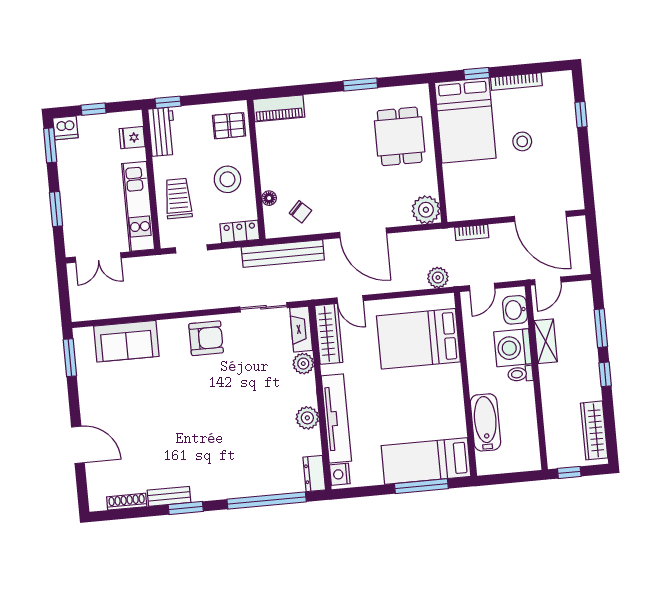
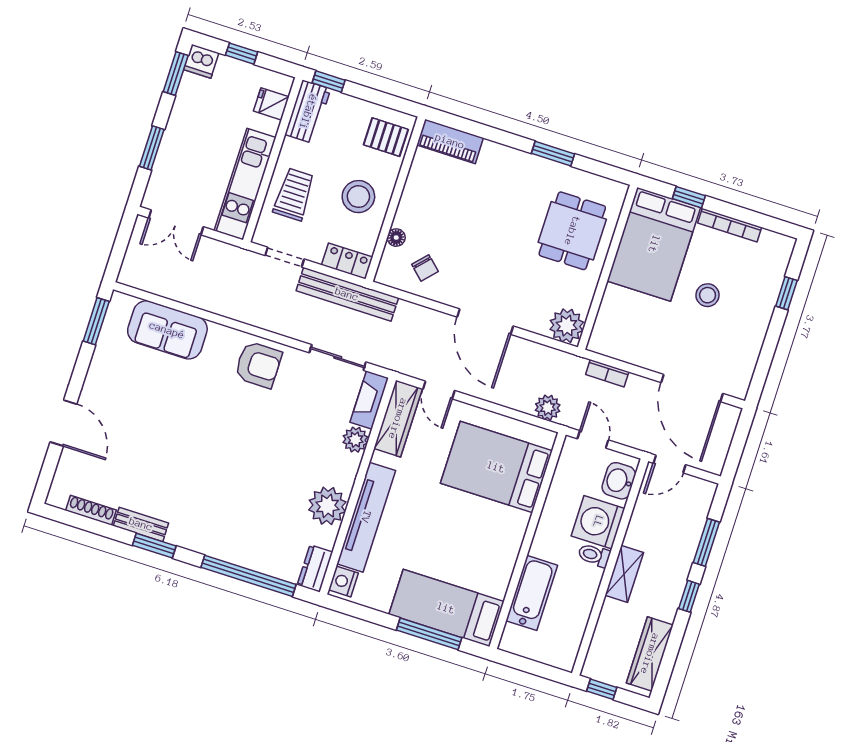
bench: (283, 254) -> (347, 294), moved
door: (482, 287) -> (593, 439), swing flipped
shelving: (546, 341) -> (624, 574), moved
plant: (307, 418) -> (327, 506), width x1.36, depth x1.36

